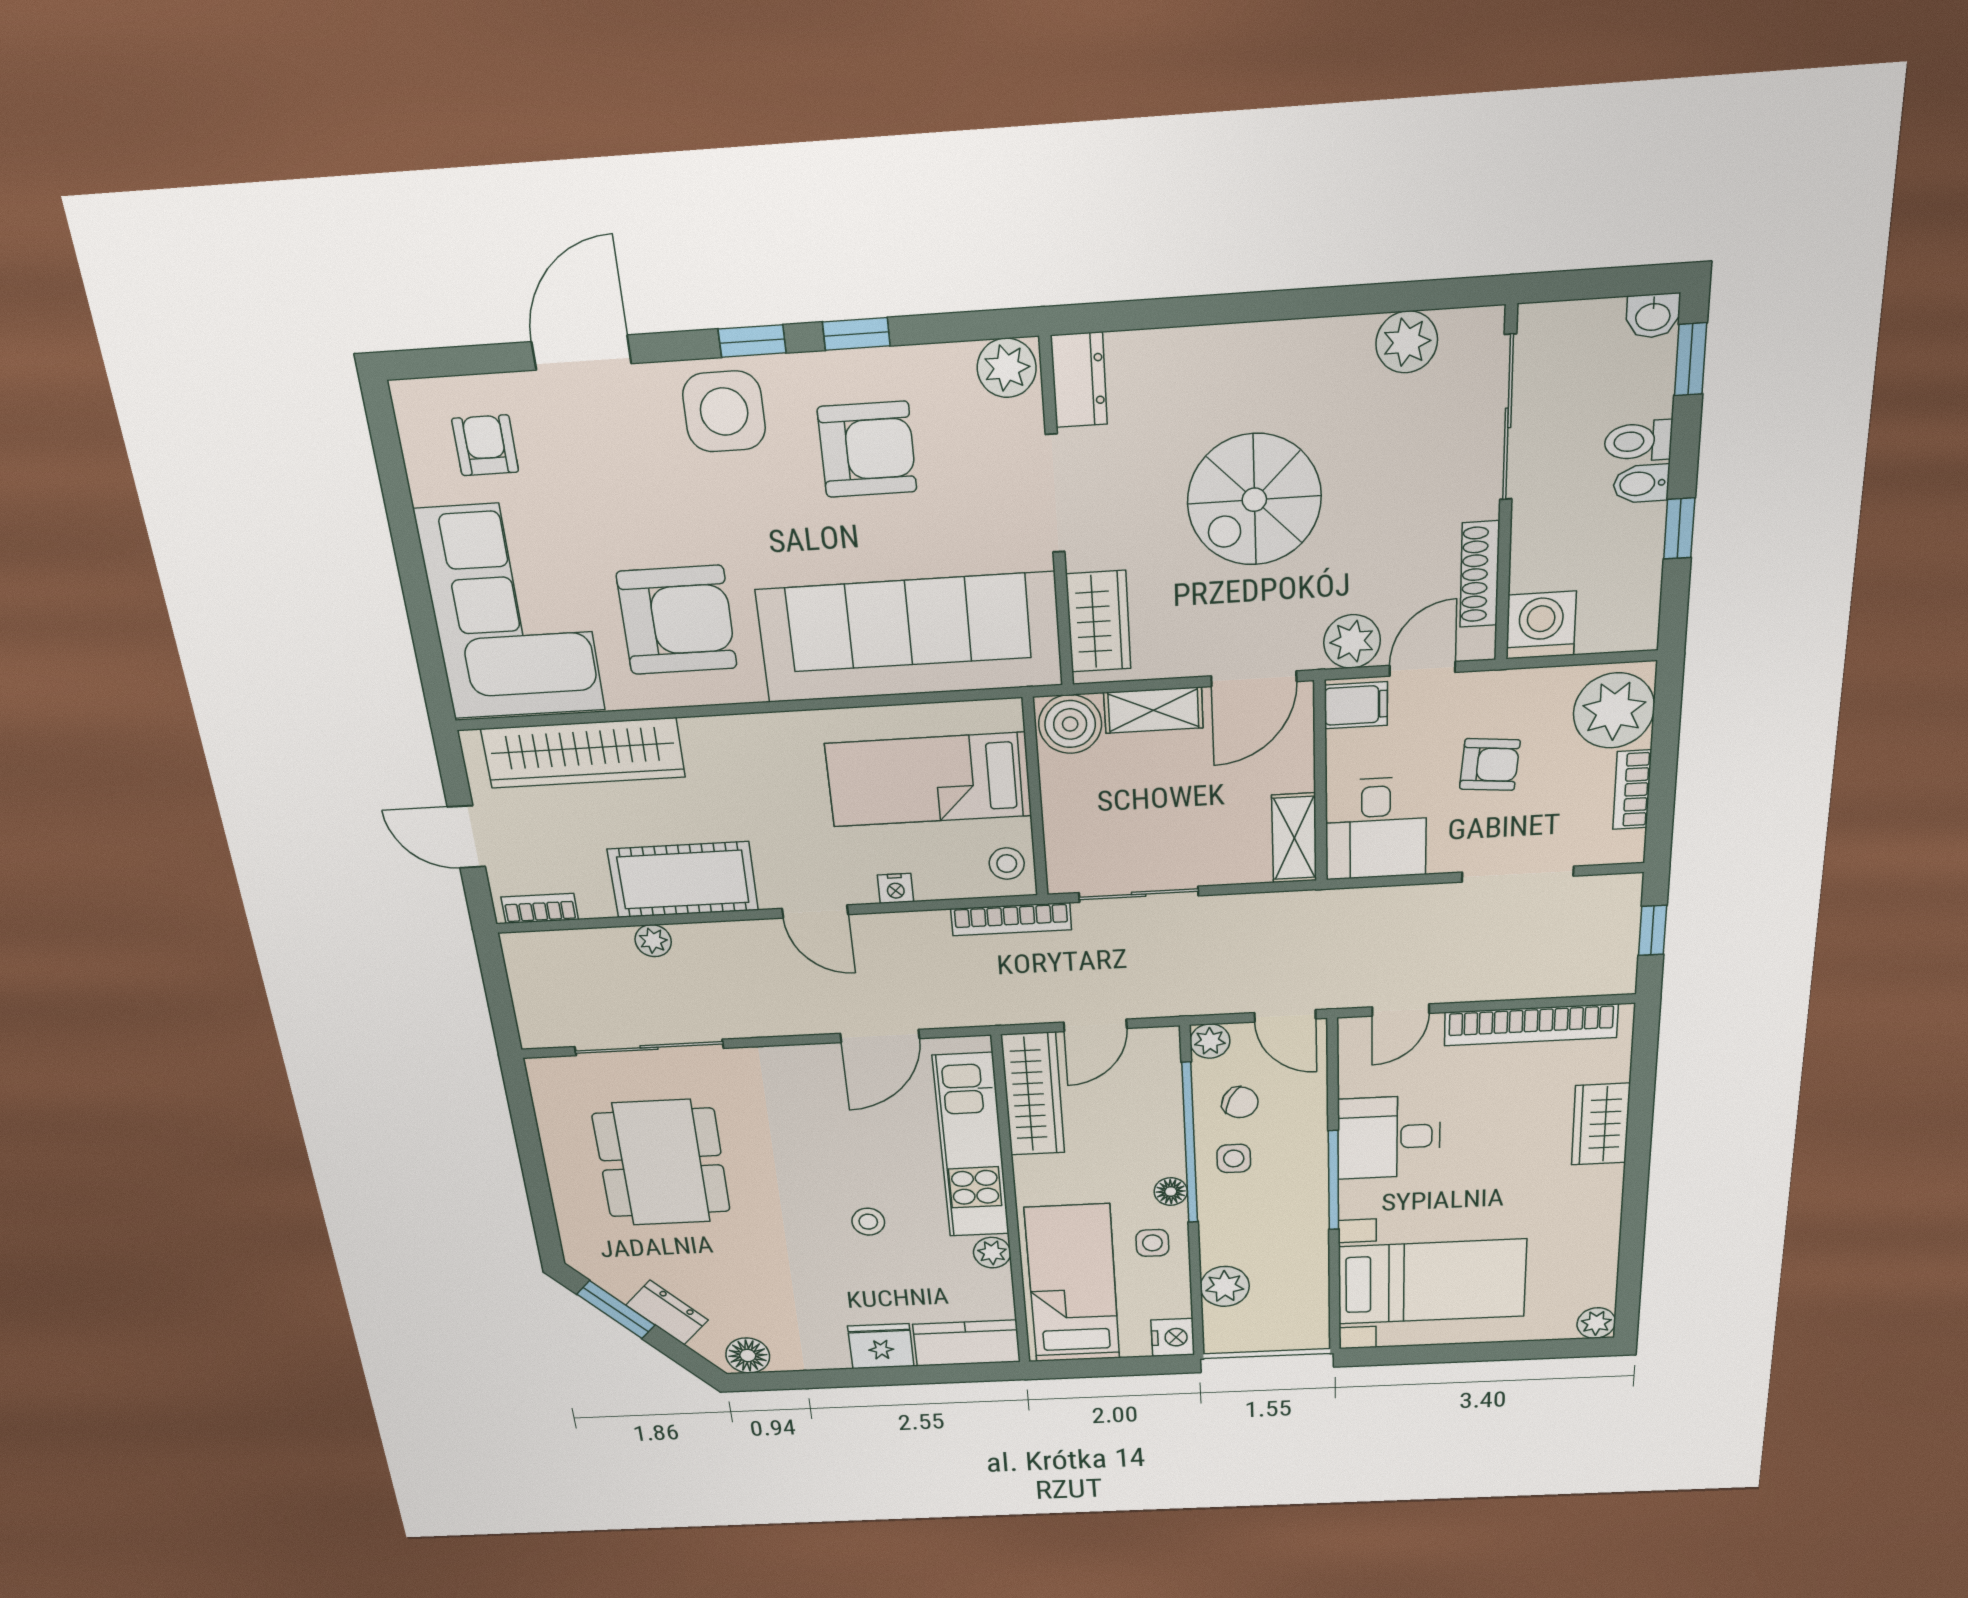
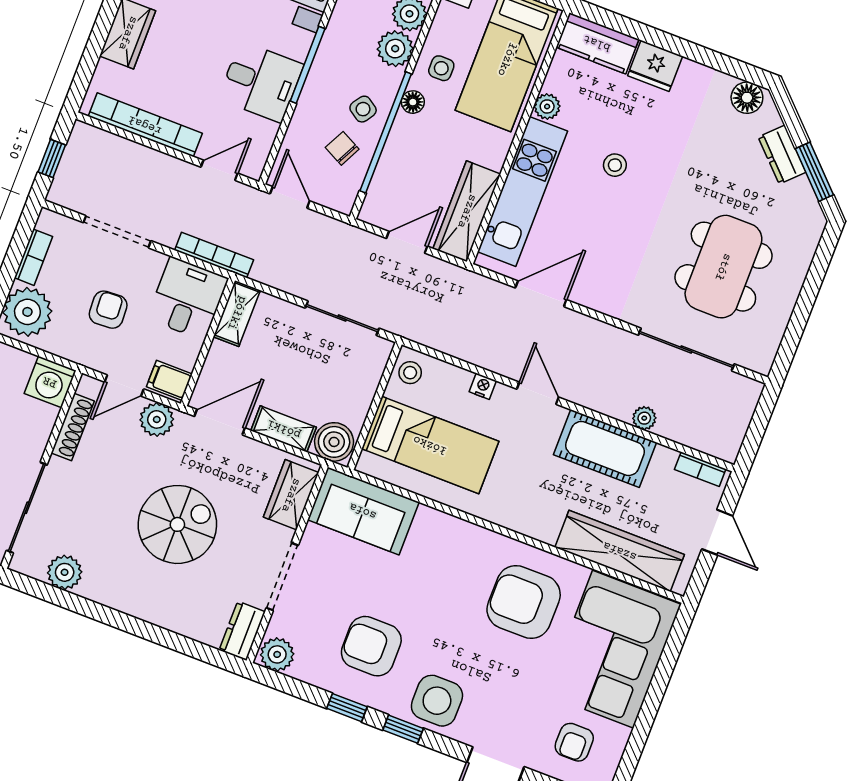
sofa: (910, 638) -> (363, 511), width x0.54, depth x0.79
armchair: (1490, 765) -> (108, 310), turned 82
bookcase: (1011, 919) -> (214, 255), moved
plant: (1210, 1041) -> (395, 49), moved, width x1.38, depth x1.38
side table: (1234, 1158) -> (363, 109), turned 34

